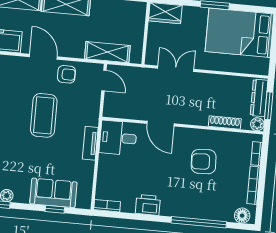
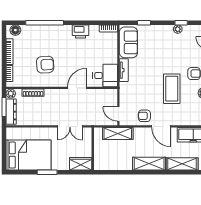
coffee table: (44, 115) -> (172, 89), moved
door: (160, 124) -> (77, 88), hinge flipped
sofa: (53, 193) -> (128, 42), moved, turned -90

